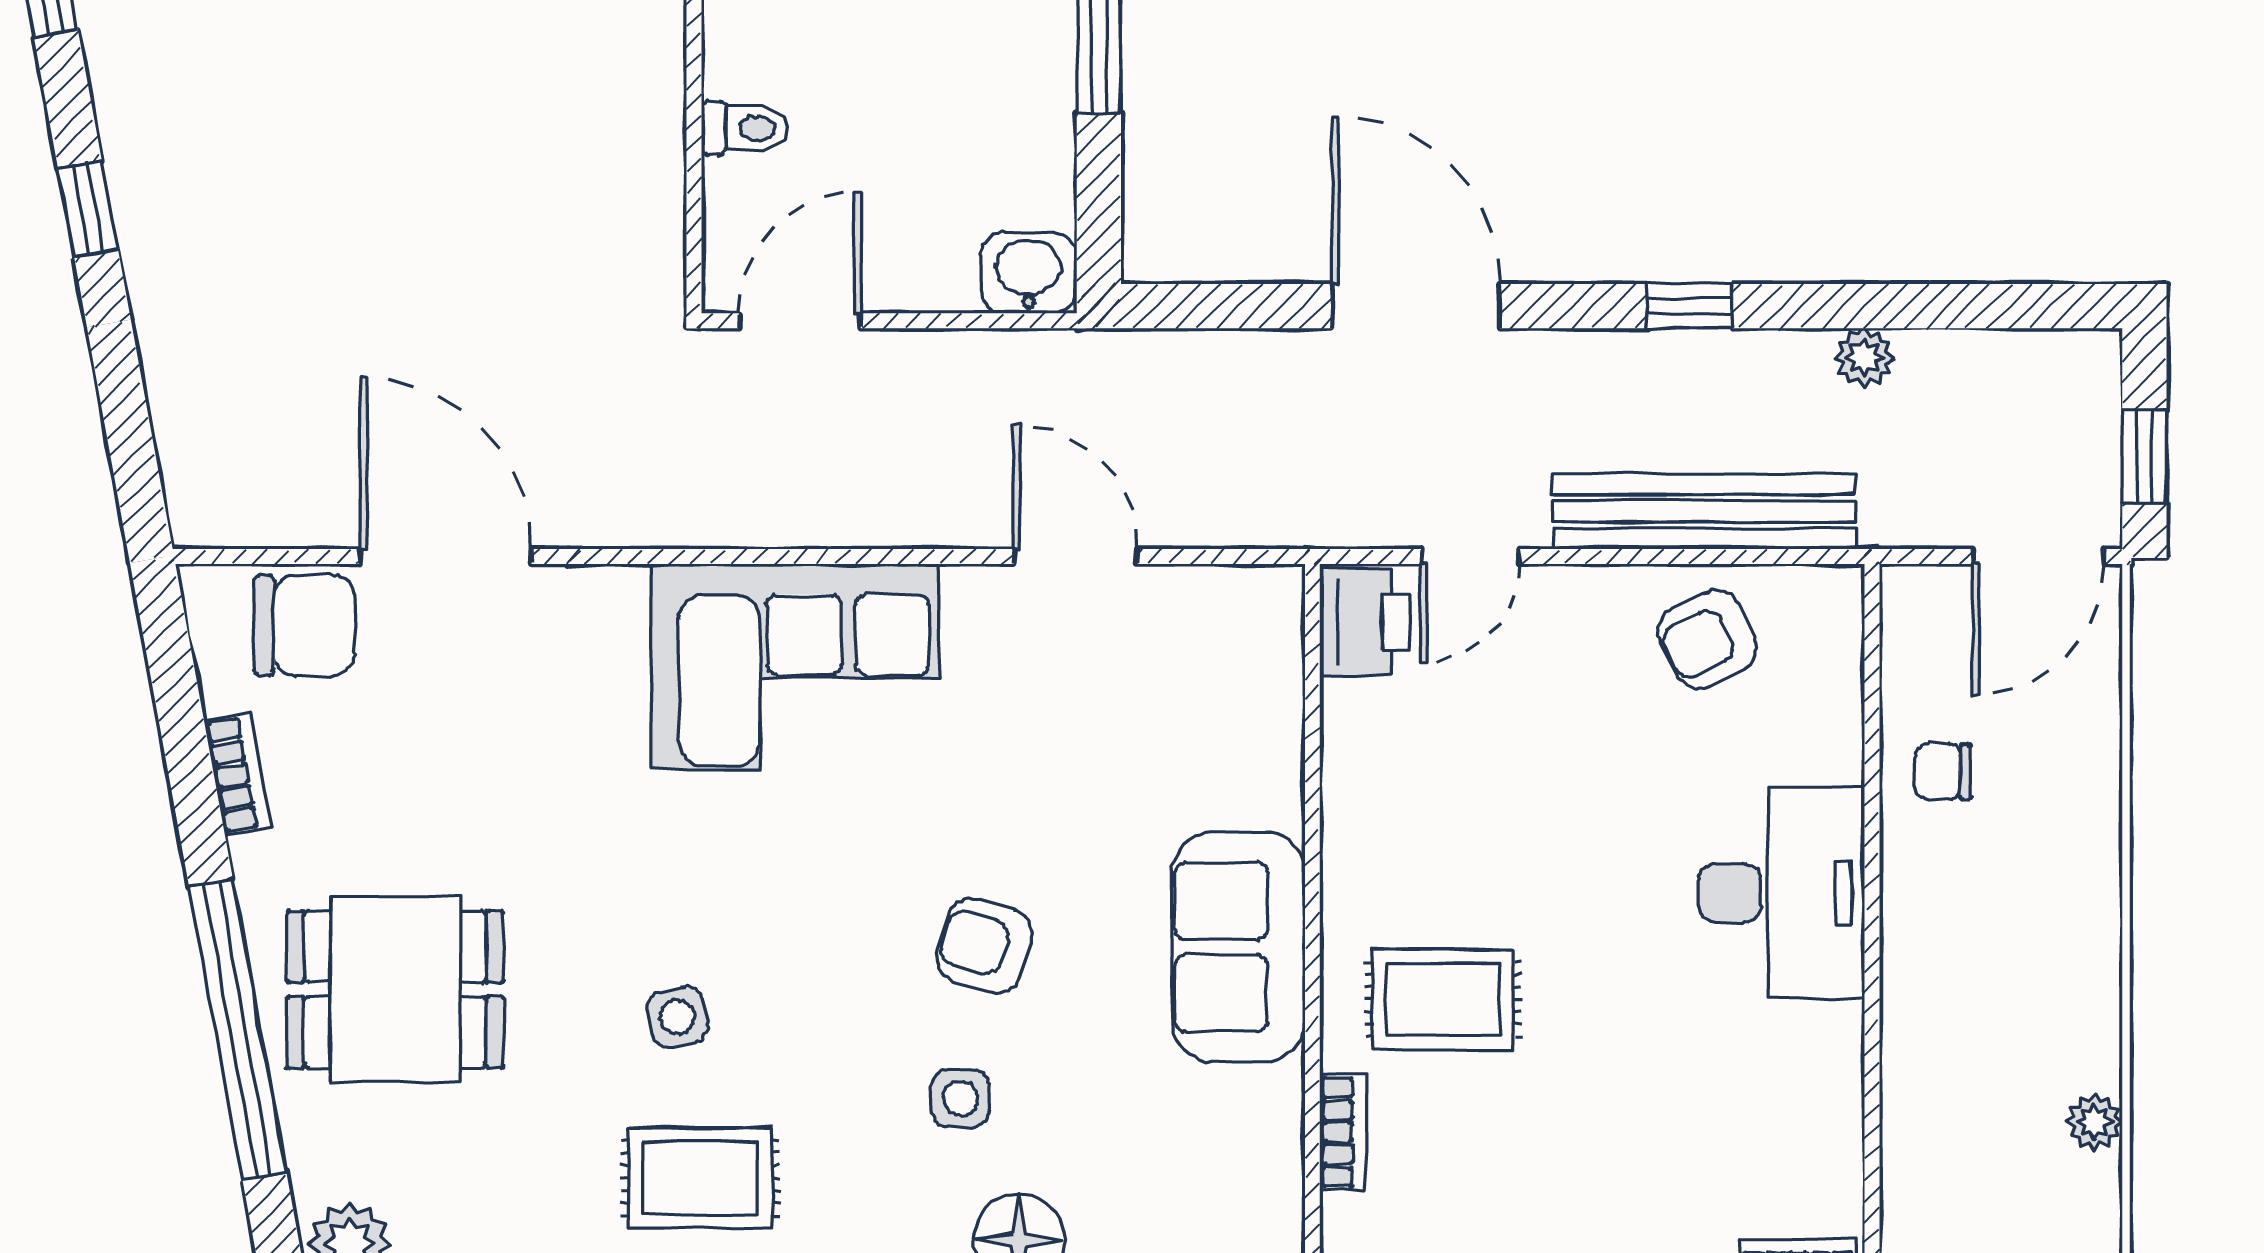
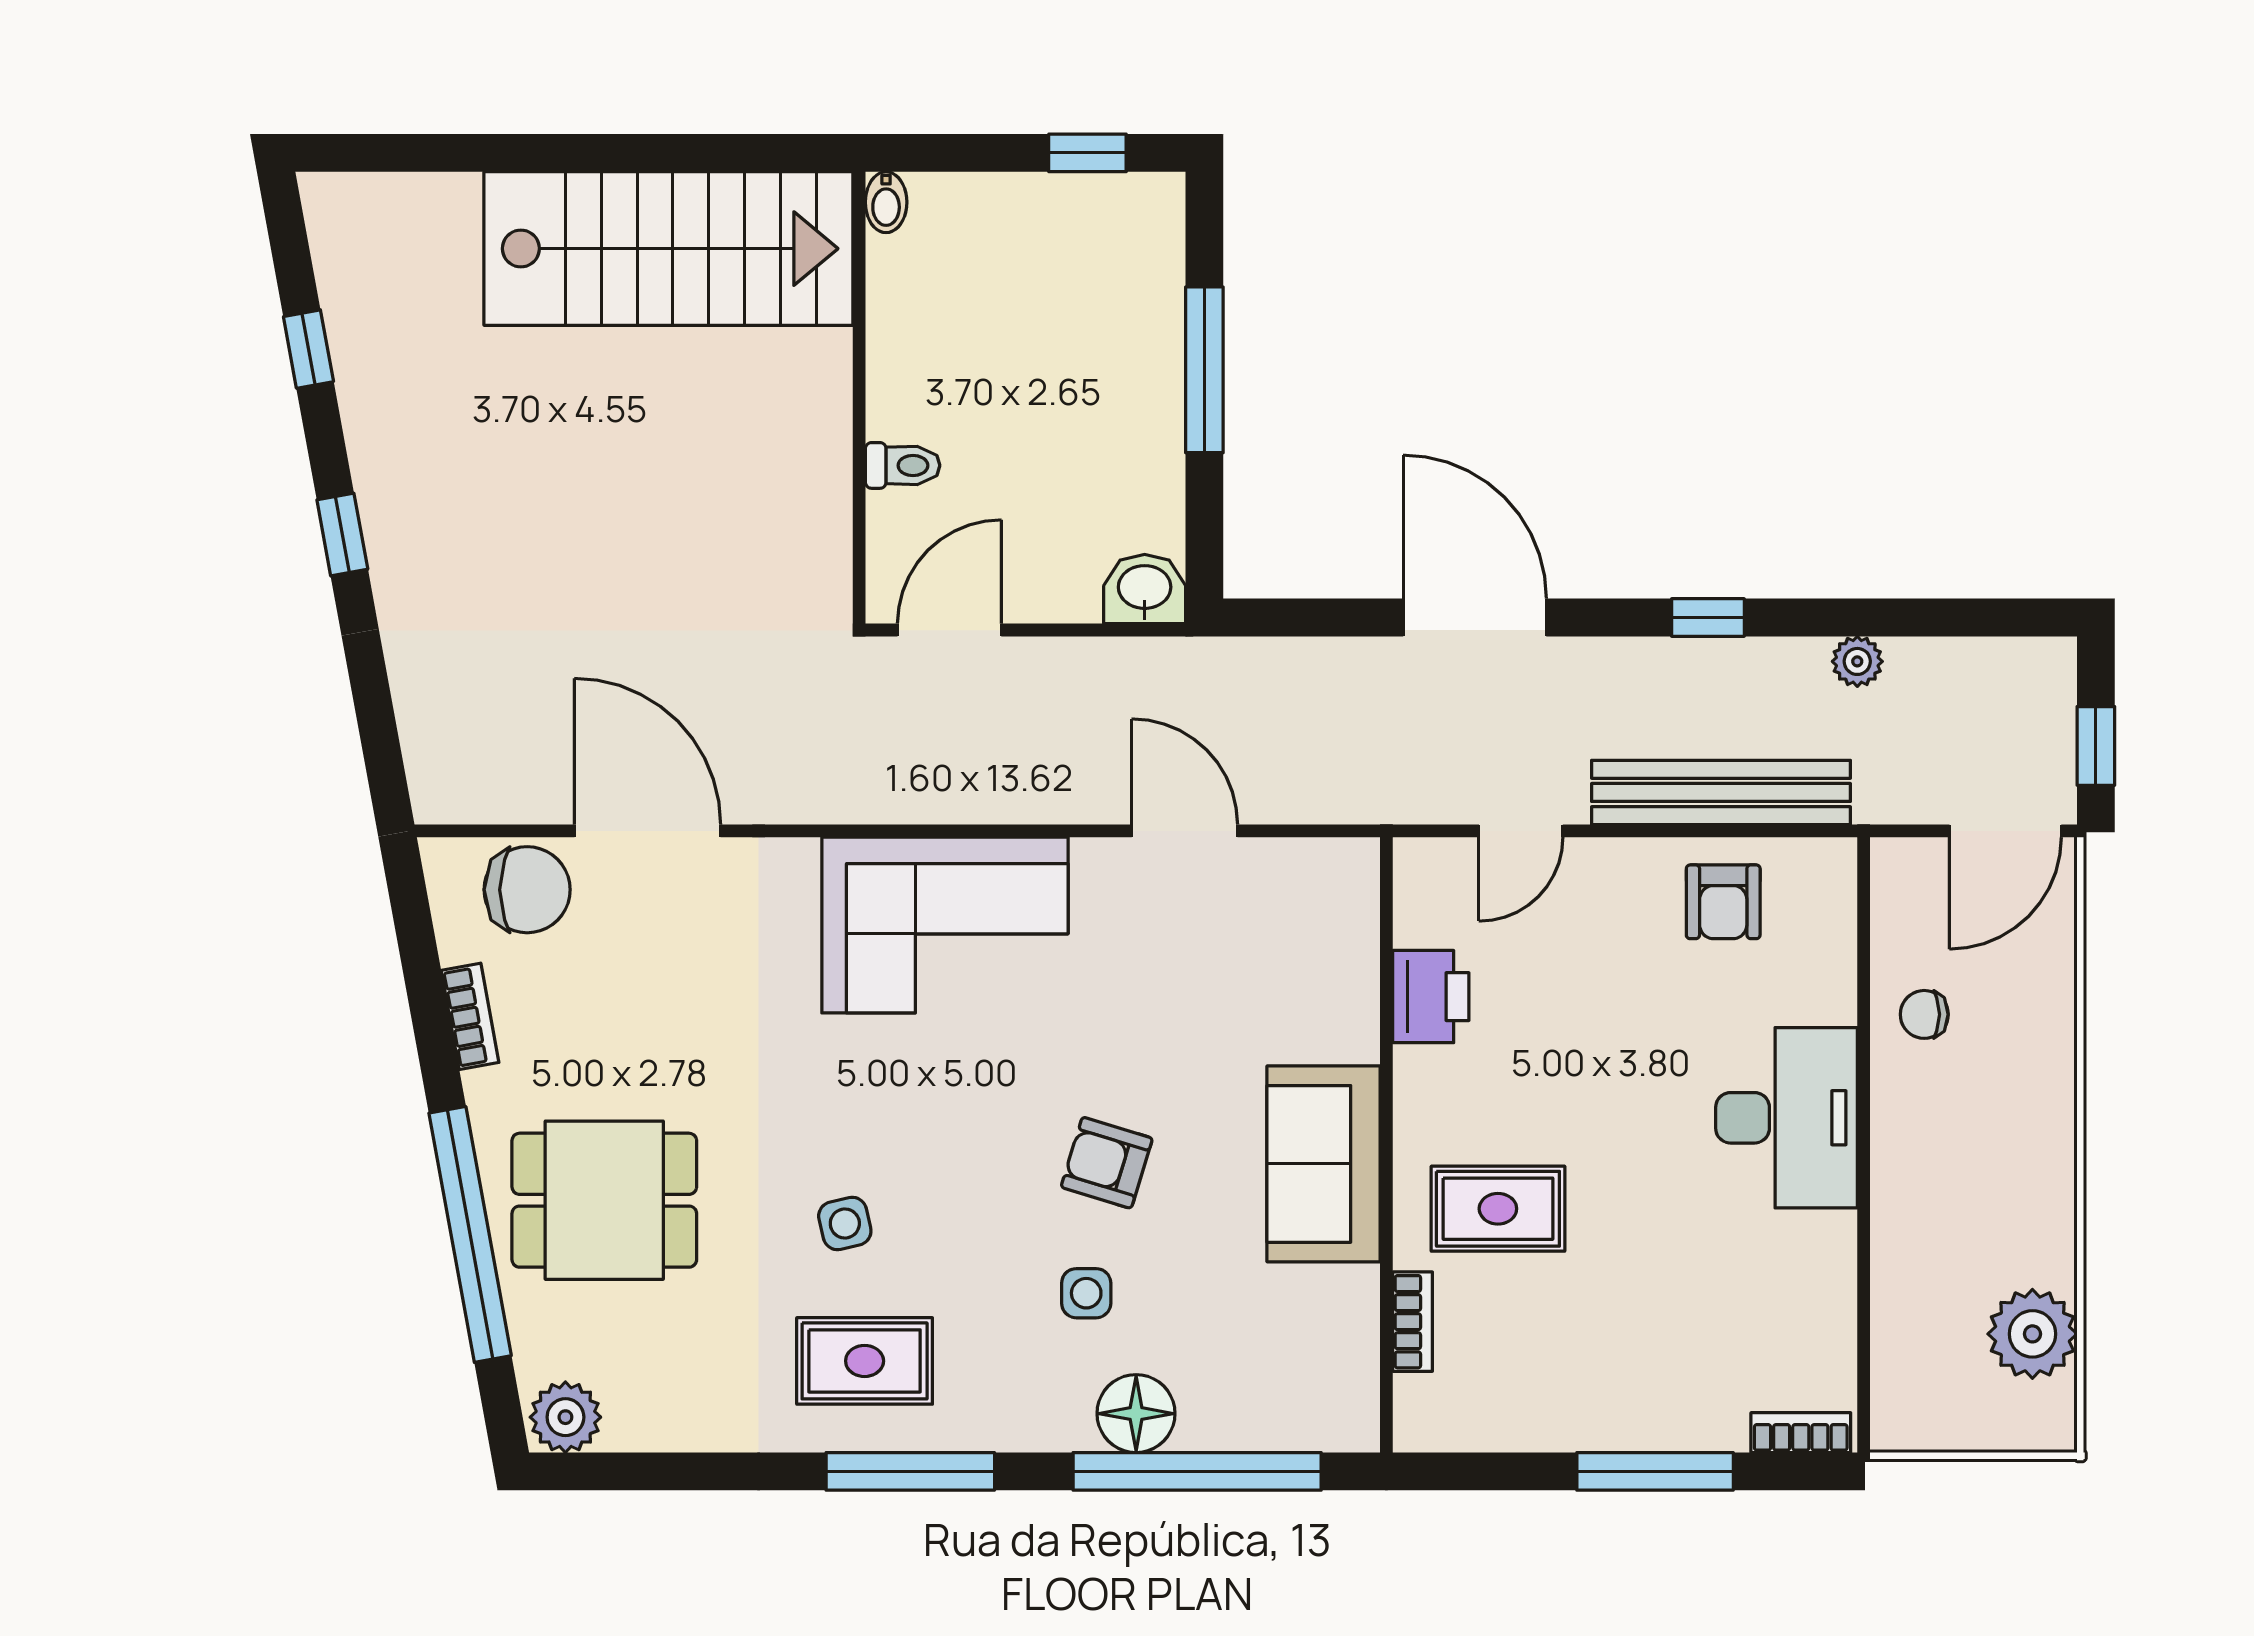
printer: (1364, 622) -> (1431, 997), moved
armchair: (1707, 640) -> (1723, 902), turned -64
plant: (2094, 1122) -> (2032, 1334), width x1.88, depth x1.88

